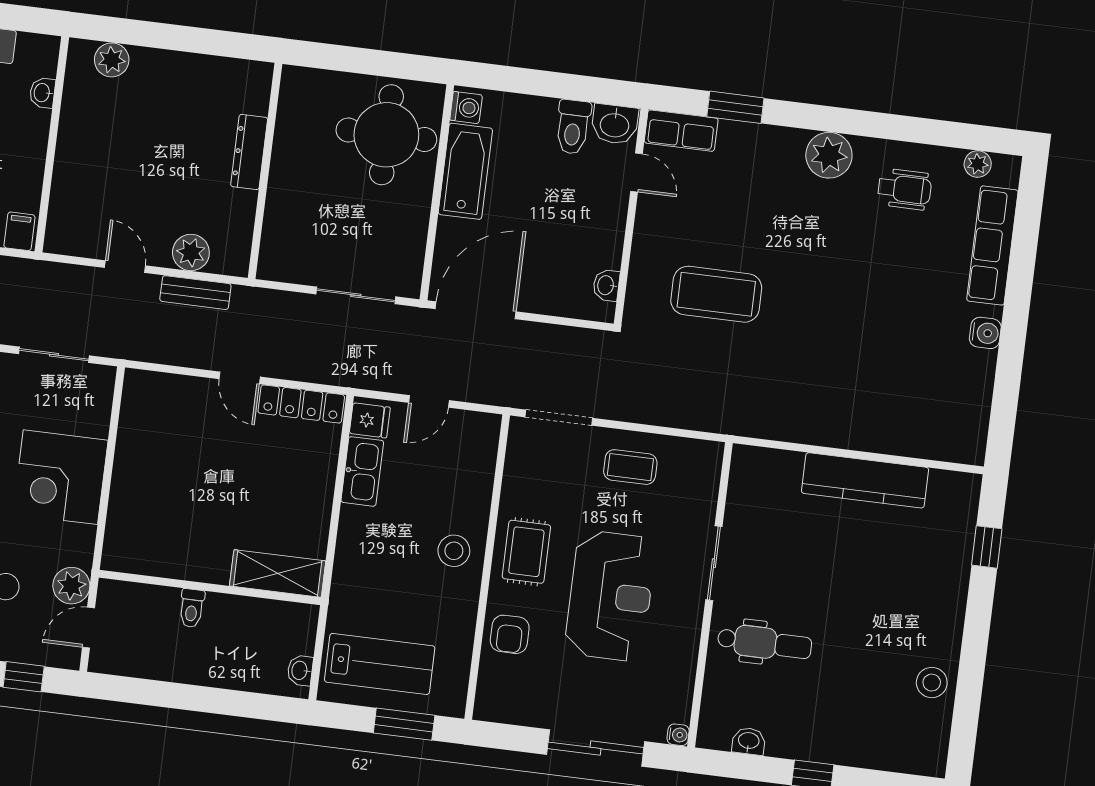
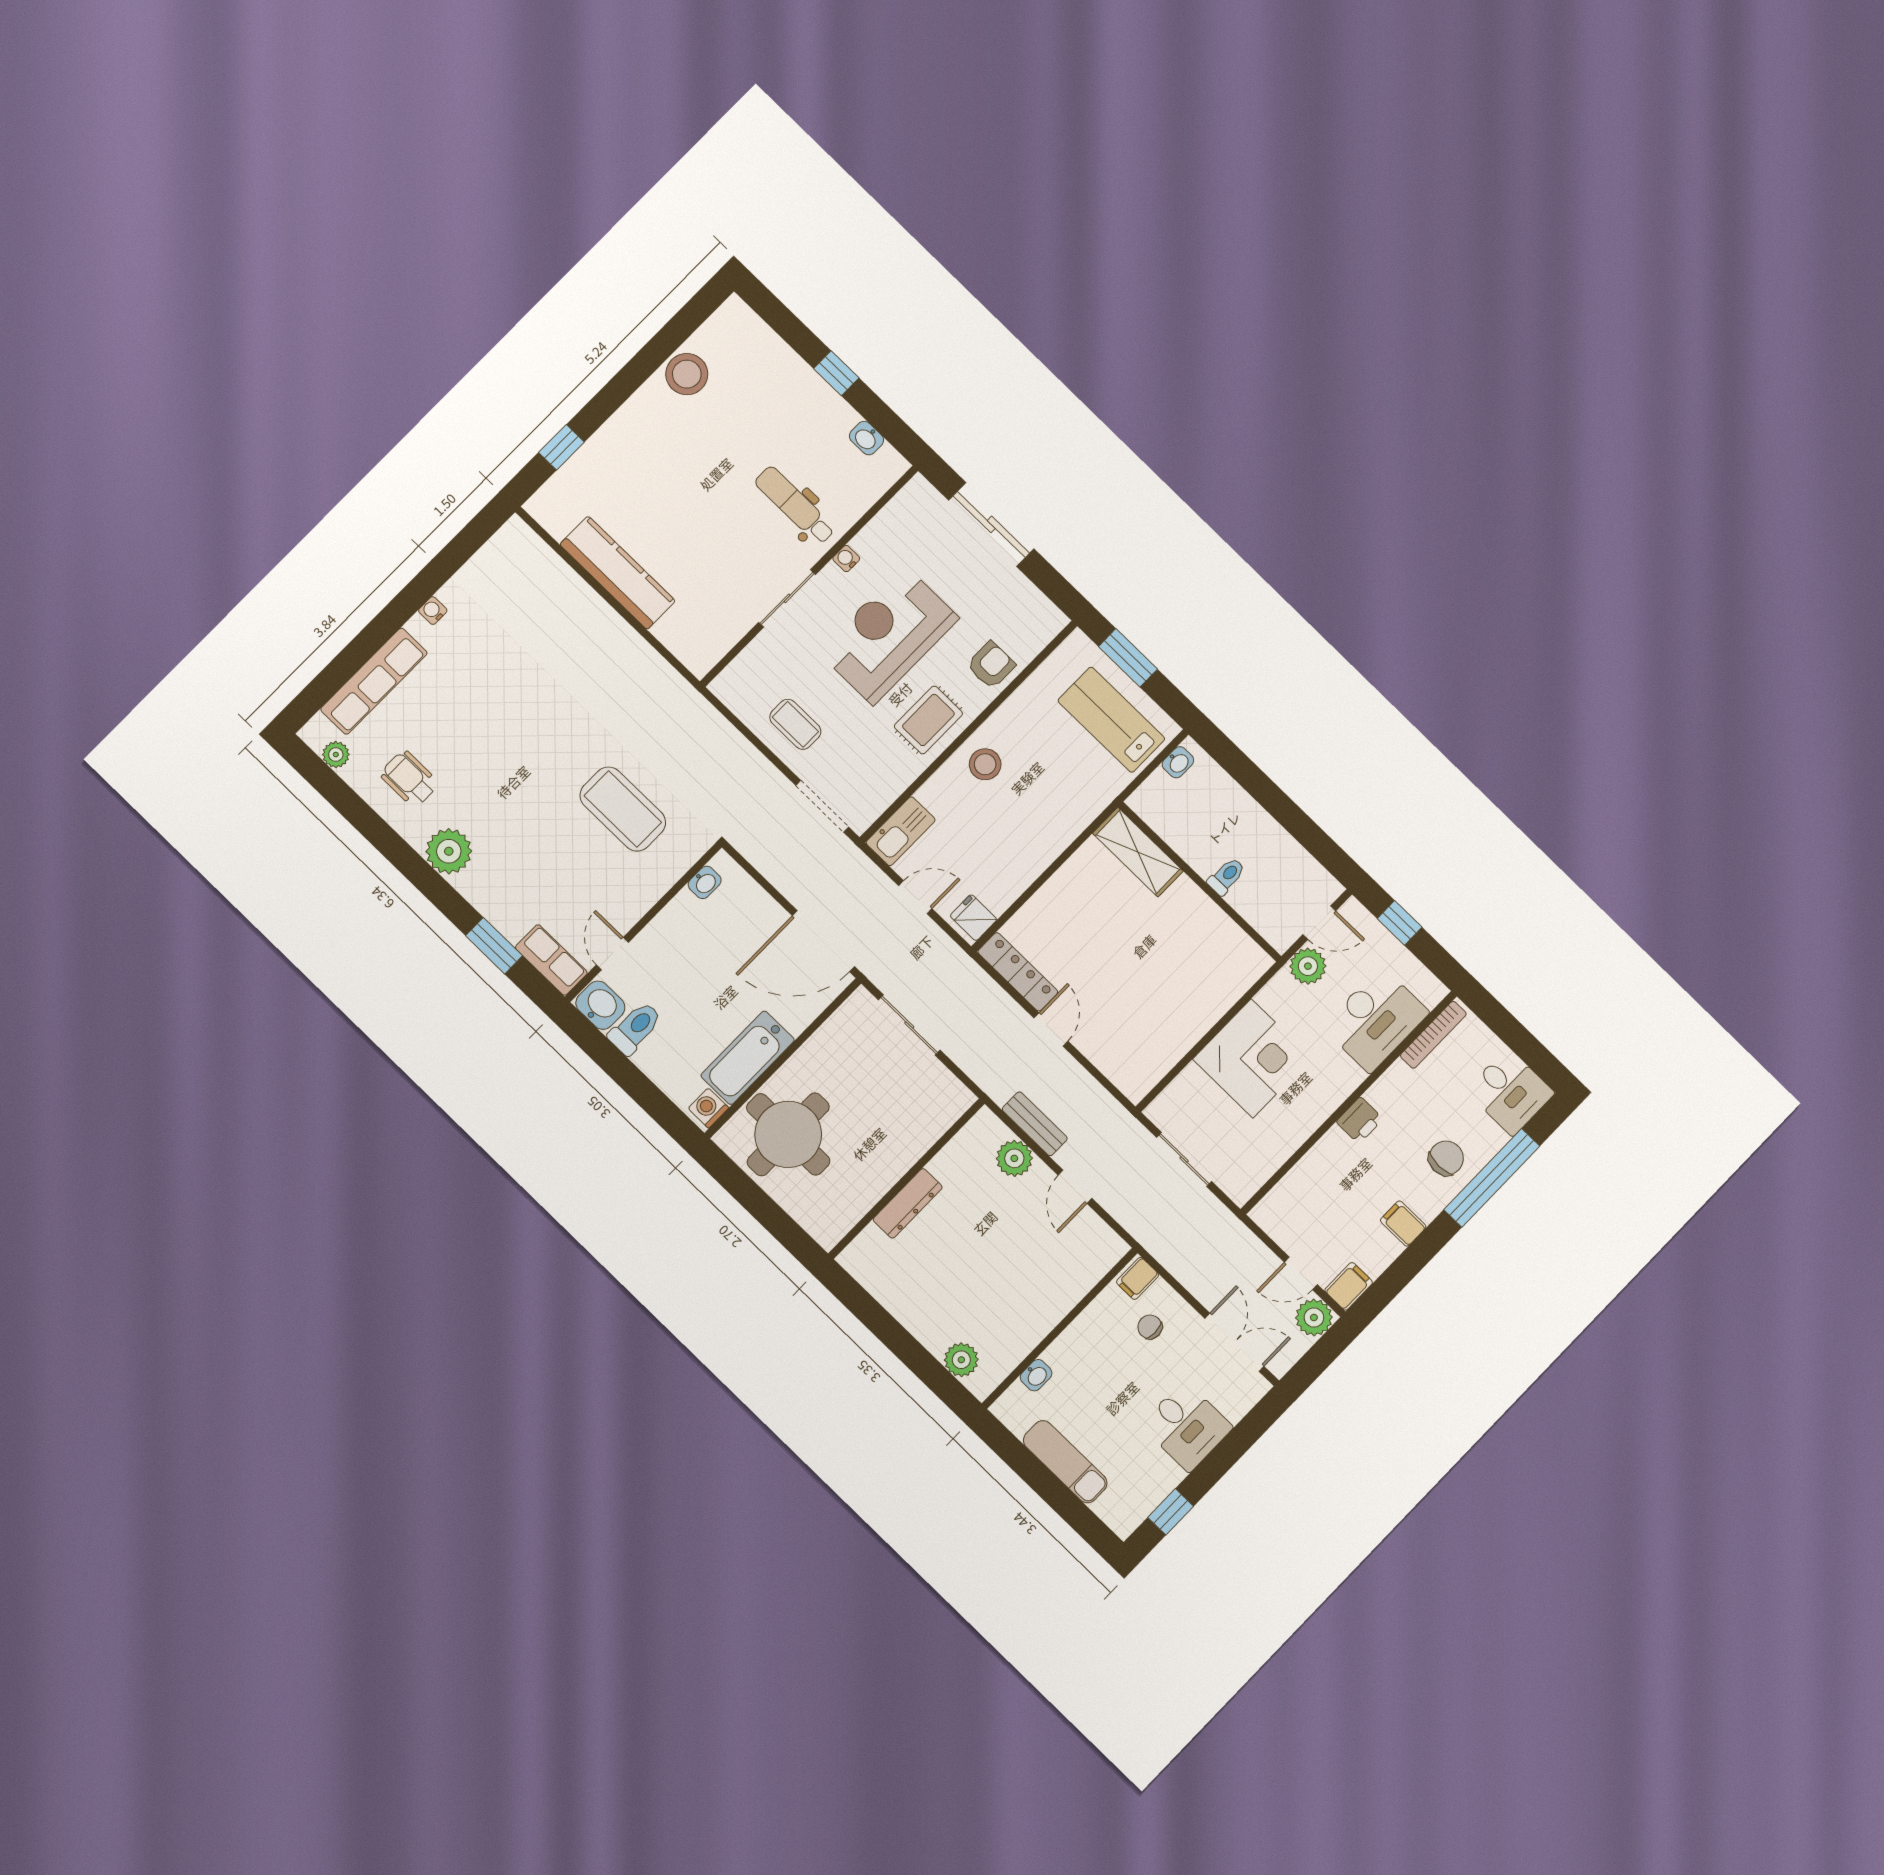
water cooler: (985, 333) -> (433, 611), width x0.72, depth x0.72
kitchen sink: (362, 471) -> (901, 831), moved, turned 180
stool: (932, 683) -> (687, 374), width x1.38, depth x1.38
water cooler: (678, 735) -> (846, 559), moved

